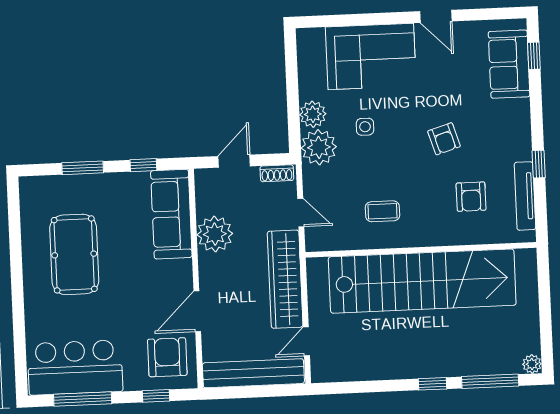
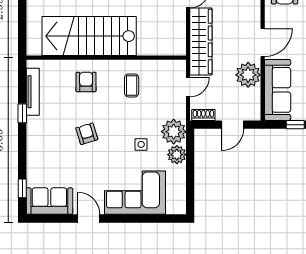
sofa: (509, 64) -> (49, 201), moved, turned -90
armchair: (471, 197) -> (86, 82), moved
coffee table: (382, 211) -> (132, 85), turned 90
door: (301, 213) -> (188, 87), swing flipped
stairs: (422, 281) -> (89, 36), width x0.73
door: (197, 311) -> (263, 43), moved

